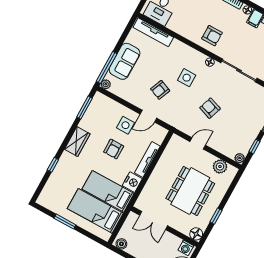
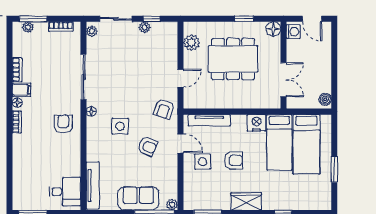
armchair: (210, 108) -> (164, 109), moved
door: (198, 143) -> (181, 78), swing flipped
plant: (240, 158) -> (145, 27), moved
tv unit: (147, 159) -> (209, 120), moved

